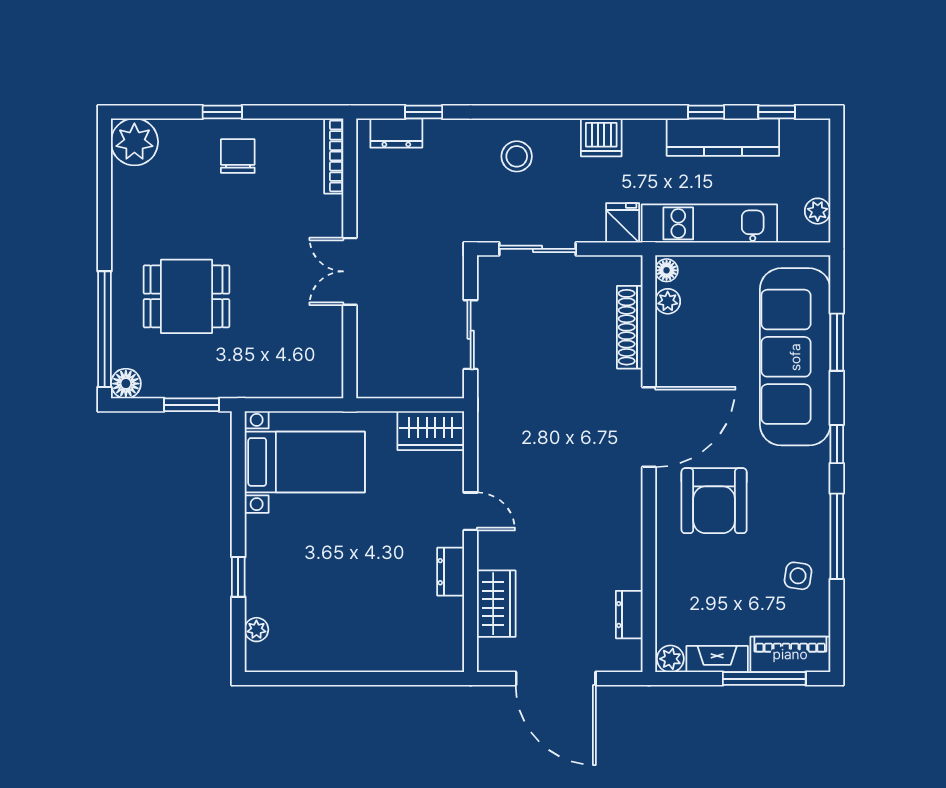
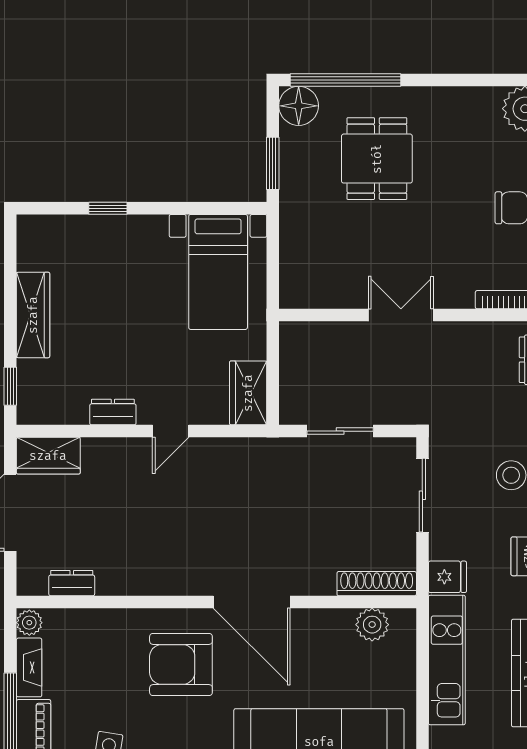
floor lamp: (667, 270) -> (402, 619), removed
plant: (668, 301) -> (372, 625), width x1.38, depth x1.38
shoe rack: (630, 327) -> (377, 584), moved
floor lamp: (126, 384) -> (299, 106), width x1.38, depth x1.38
wardrobe: (496, 604) -> (48, 456), moved
plant: (256, 630) -> (57, 226), removed
wardrobe: (350, 655) -> (33, 315), added
window: (424, 679) -> (10, 386), added

